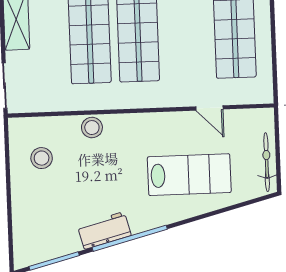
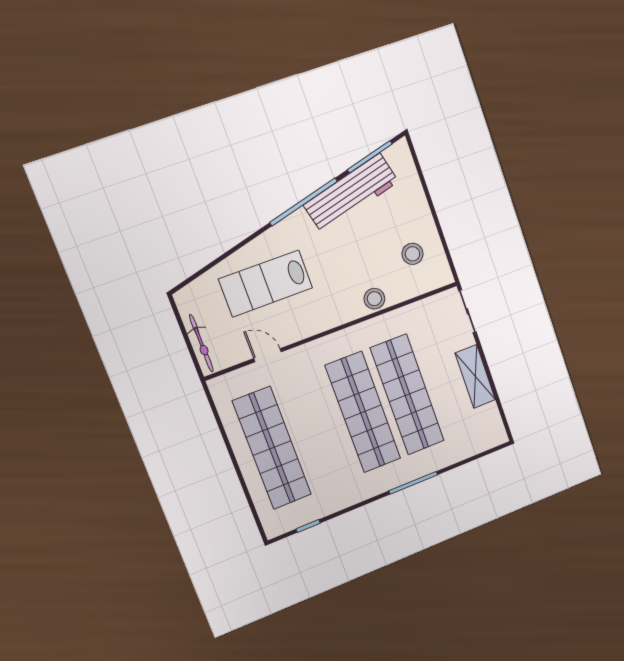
bicycle: (267, 162) -> (201, 343), moved
workbench: (104, 230) -> (351, 193), width x1.88, depth x1.32

